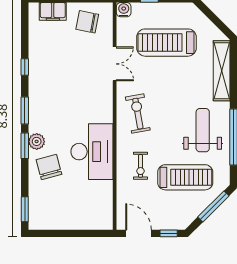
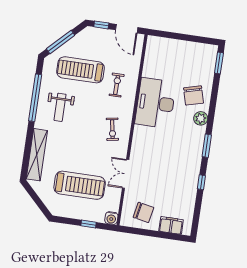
exercise bike: (138, 114) -> (112, 129), width x0.73, depth x0.72
weight bench: (203, 130) -> (60, 107), width x0.73, depth x0.75
window: (25, 146) -> (211, 116), removed

